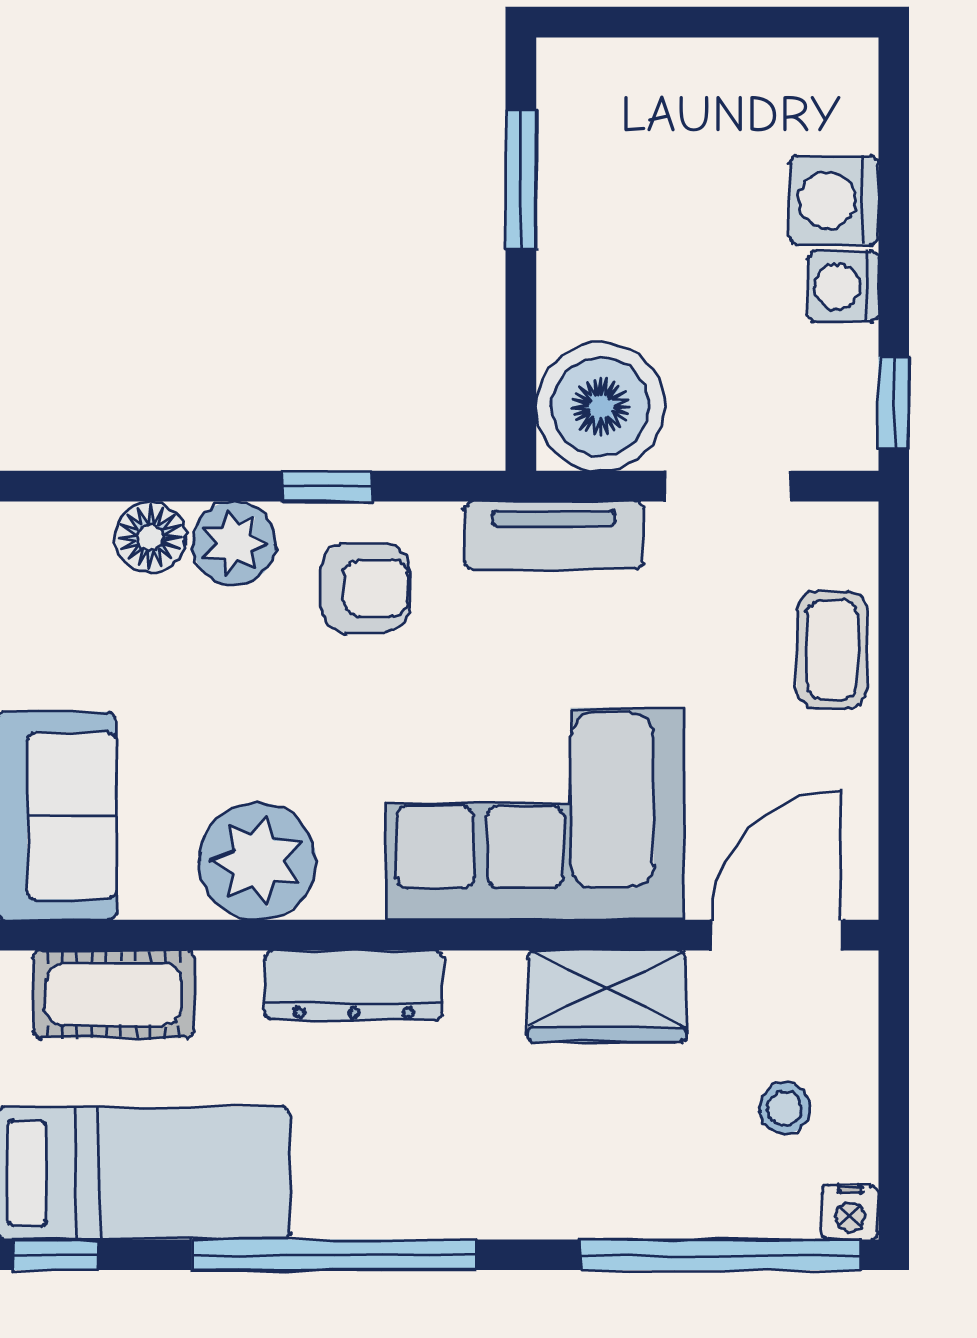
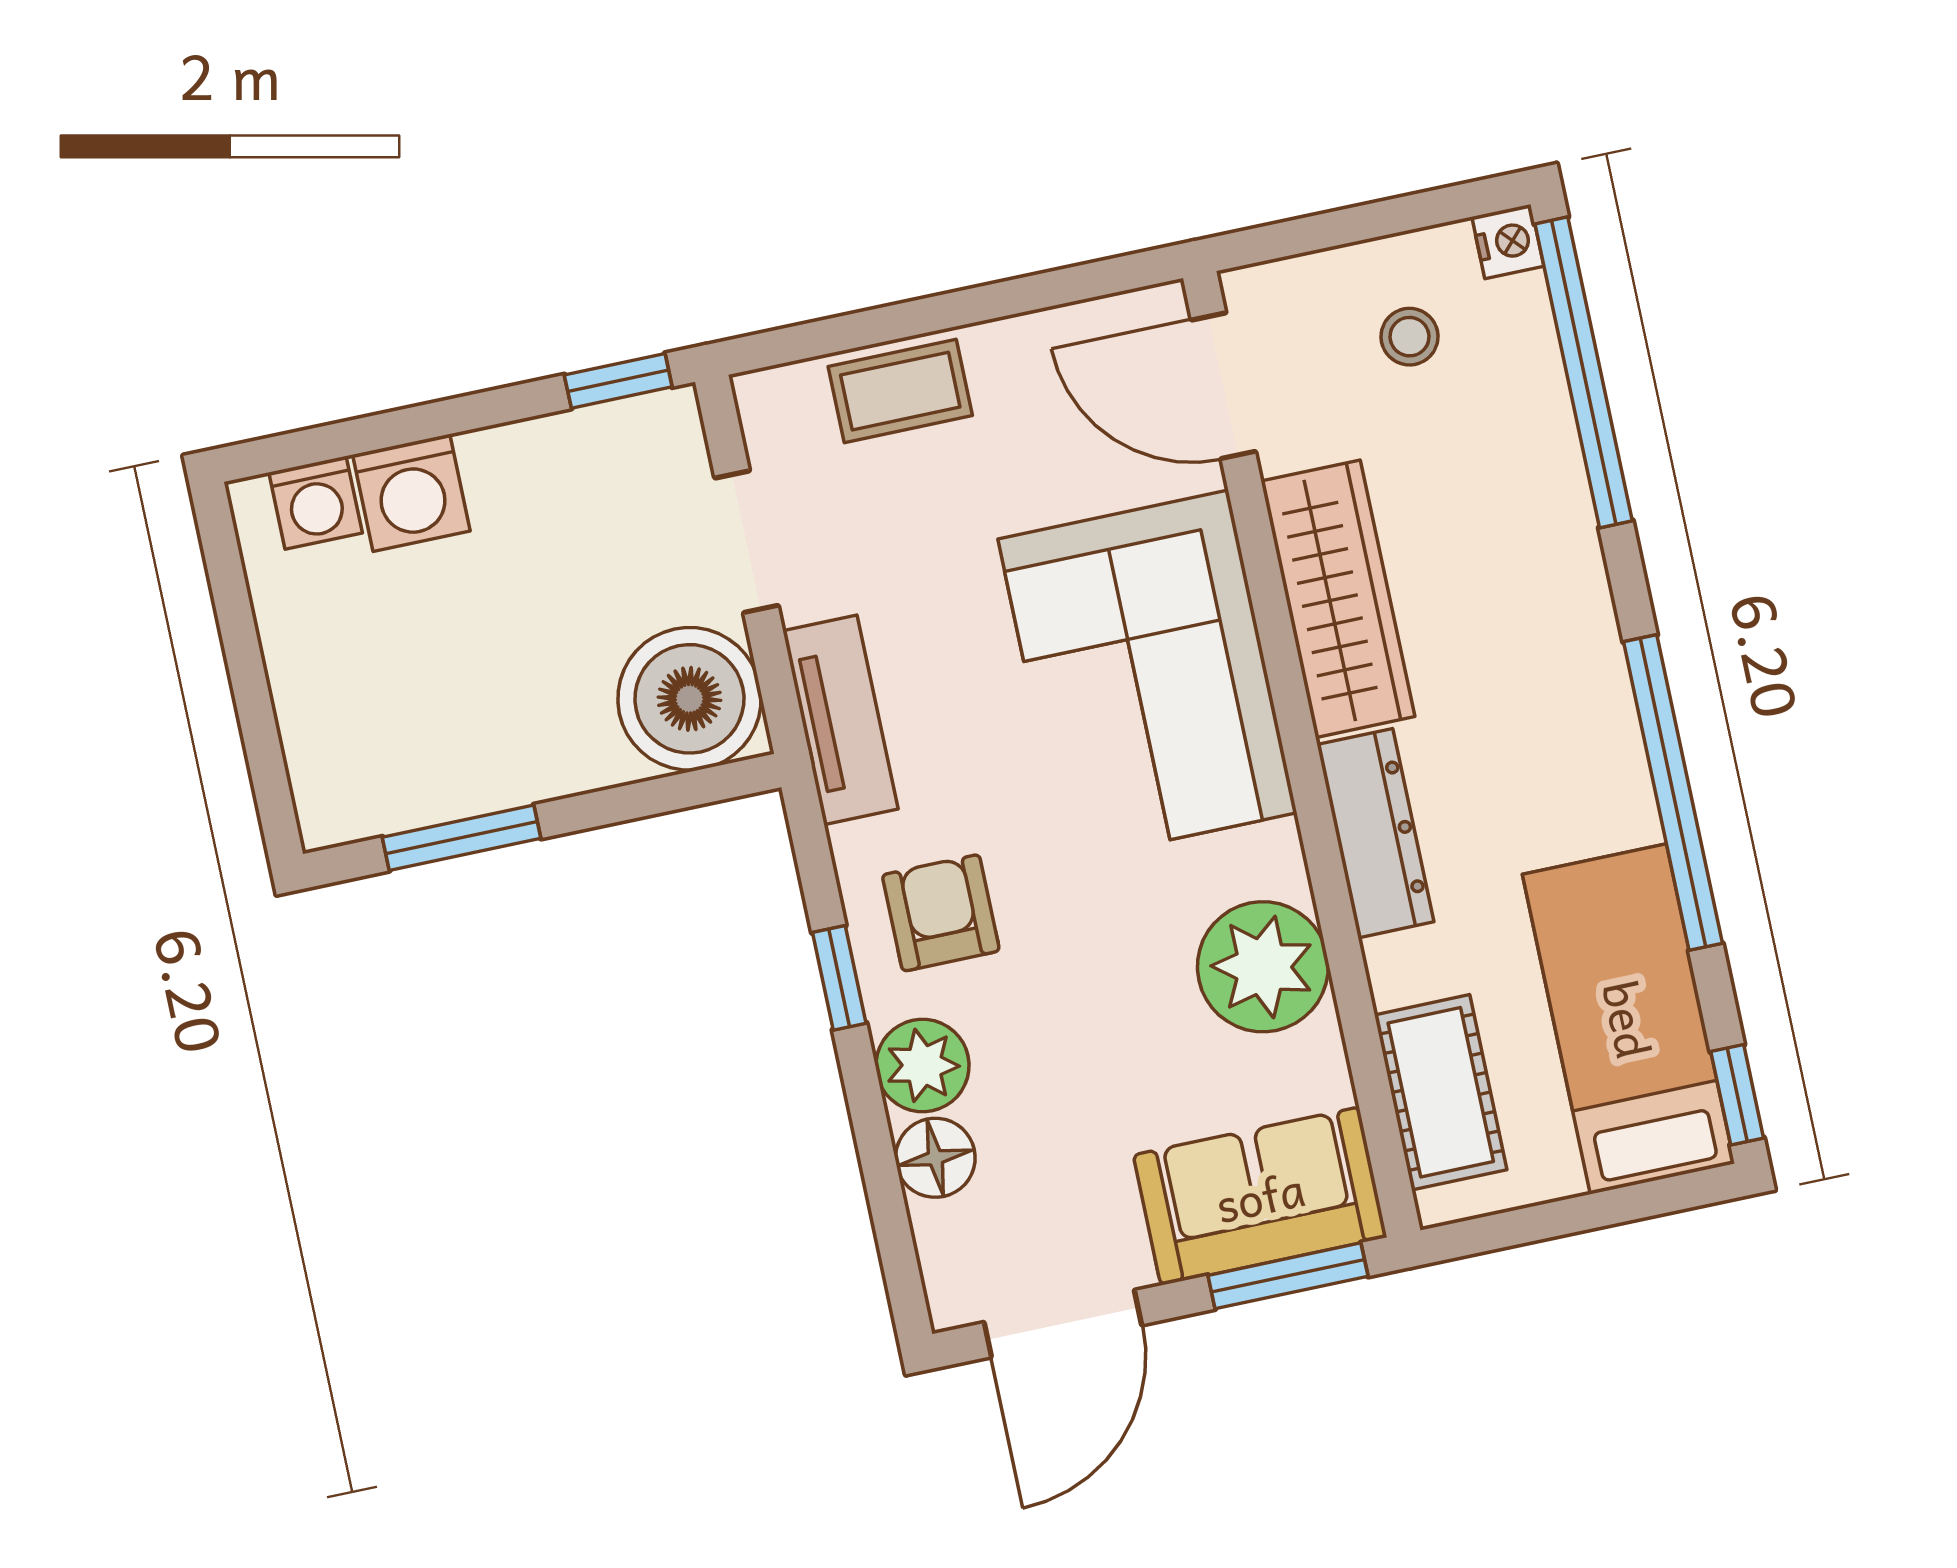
washing machine: (843, 287) -> (316, 503), moved
wardrobe: (607, 996) -> (1338, 599), width x1.50

